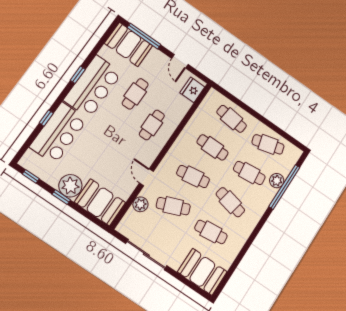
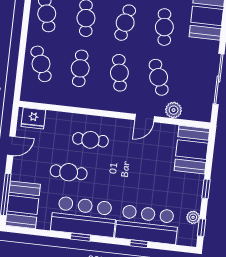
cafe table: (232, 119) -> (41, 64), turned -30
plant: (70, 186) -> (193, 217), moved, width x0.53, depth x0.53

